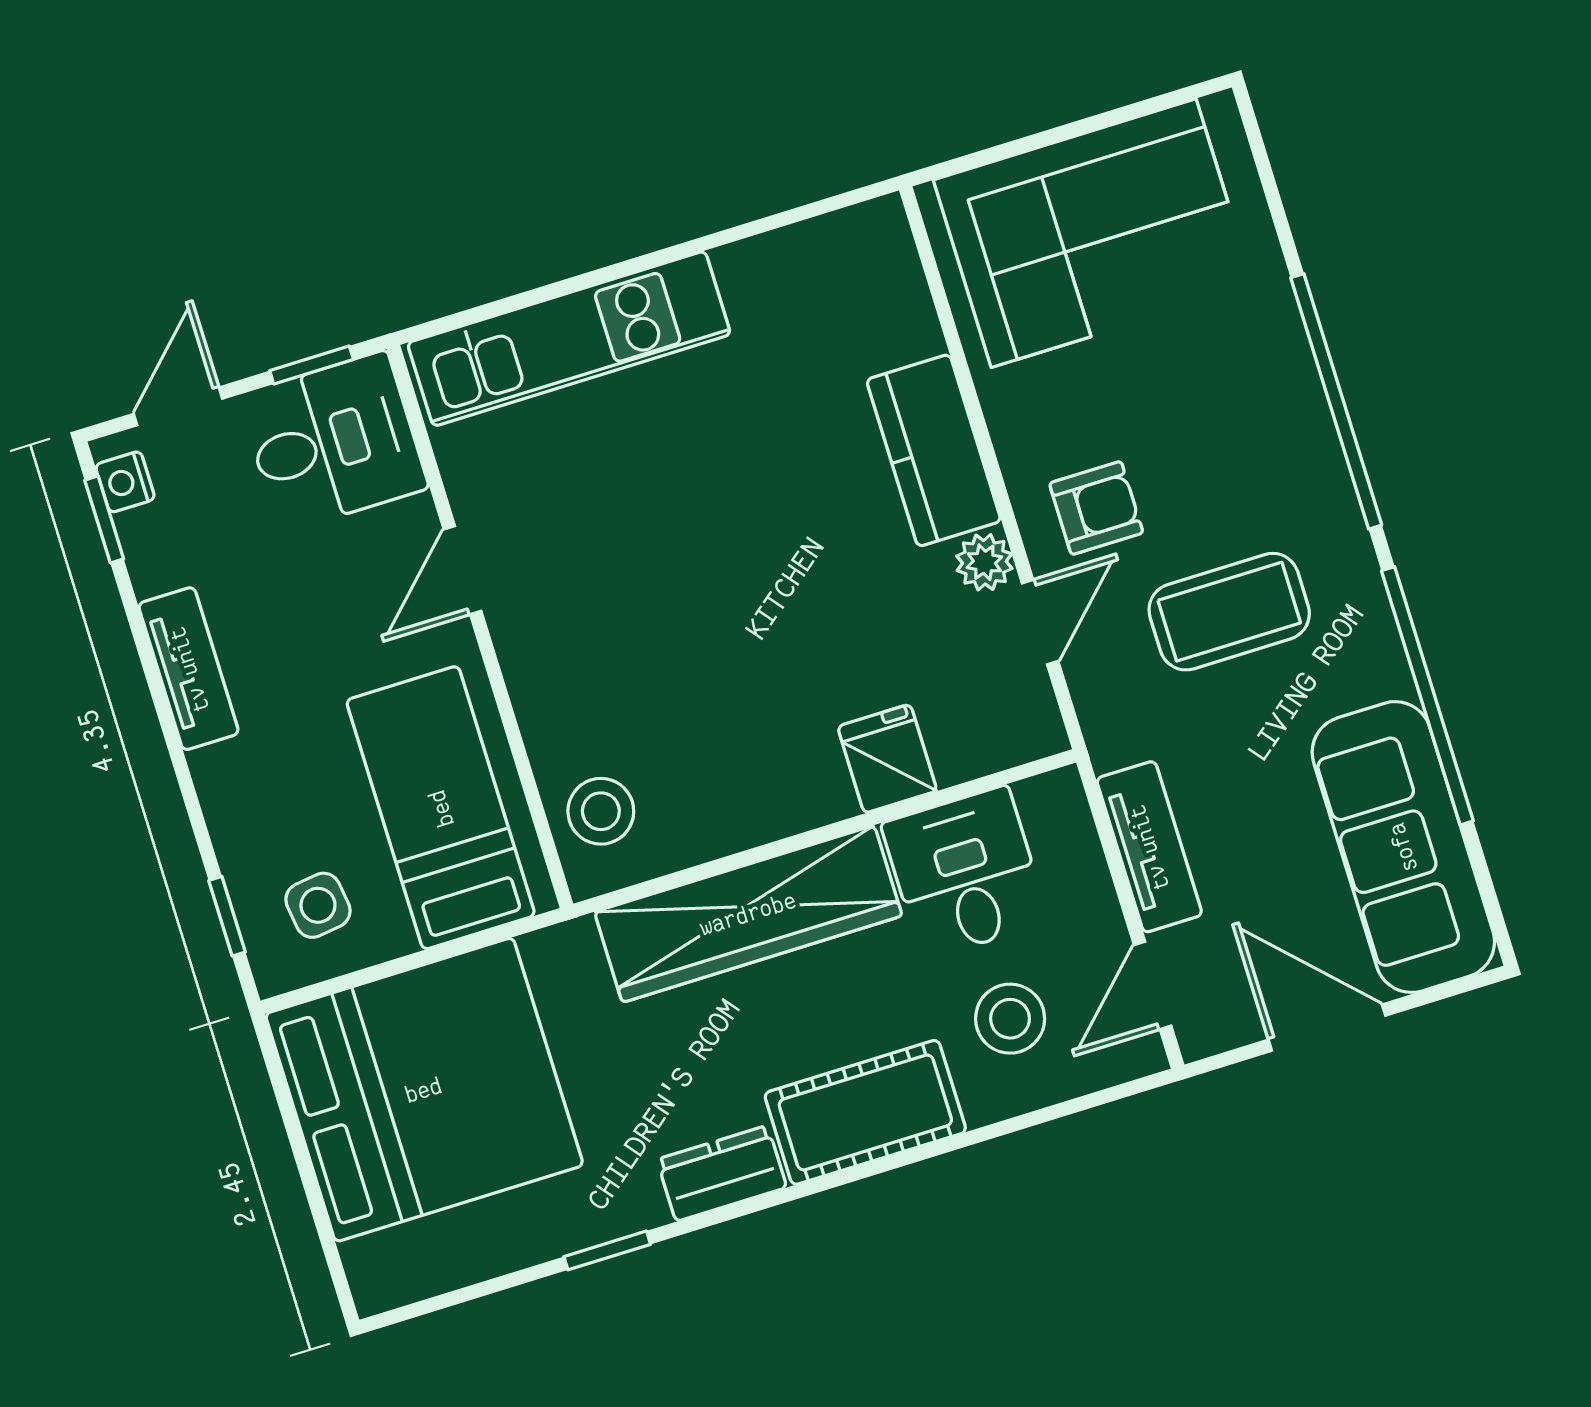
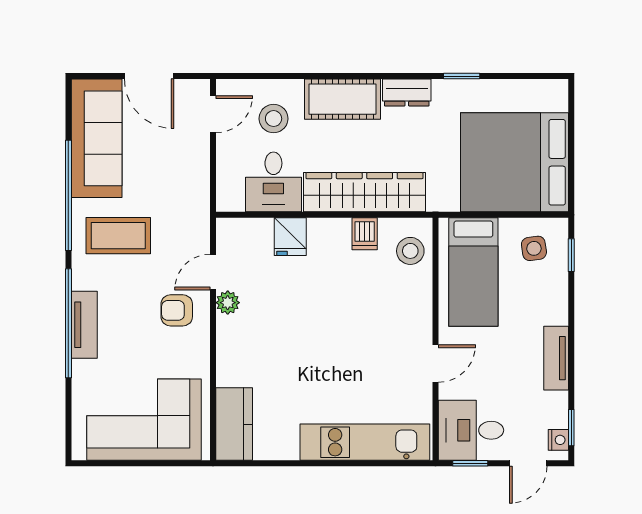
kitchen counter: (934, 450) -> (234, 424), moved
coffee table: (1229, 612) -> (118, 236), moved
dishwasher: (718, 818) -> (365, 234), added
tv unit: (1149, 847) -> (84, 325), moved, turned 180

